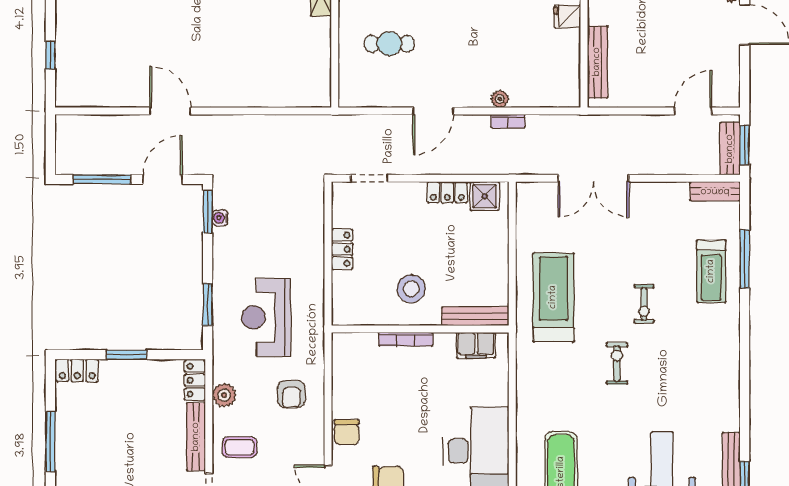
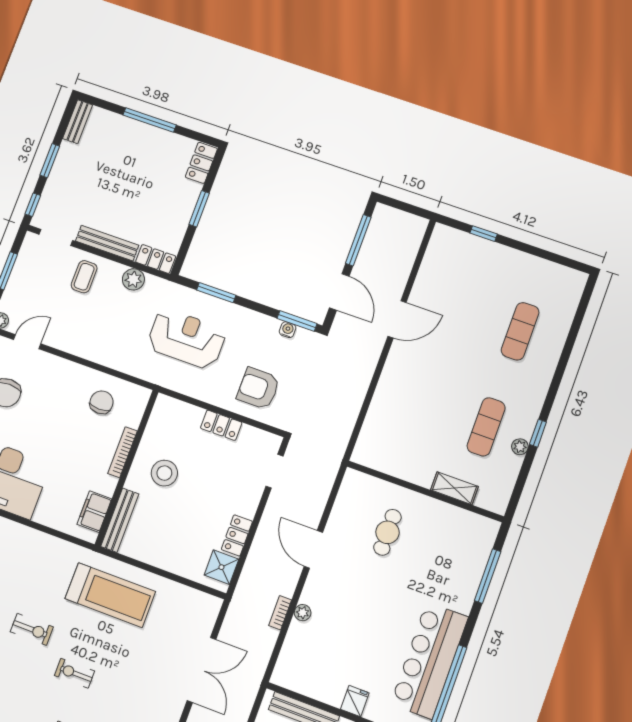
double door: (593, 178) -> (202, 670), swing flipped
armchair: (291, 394) -> (258, 388), moved, width x1.38, depth x1.38
chair: (347, 432) -> (101, 402), moved, turned 90

